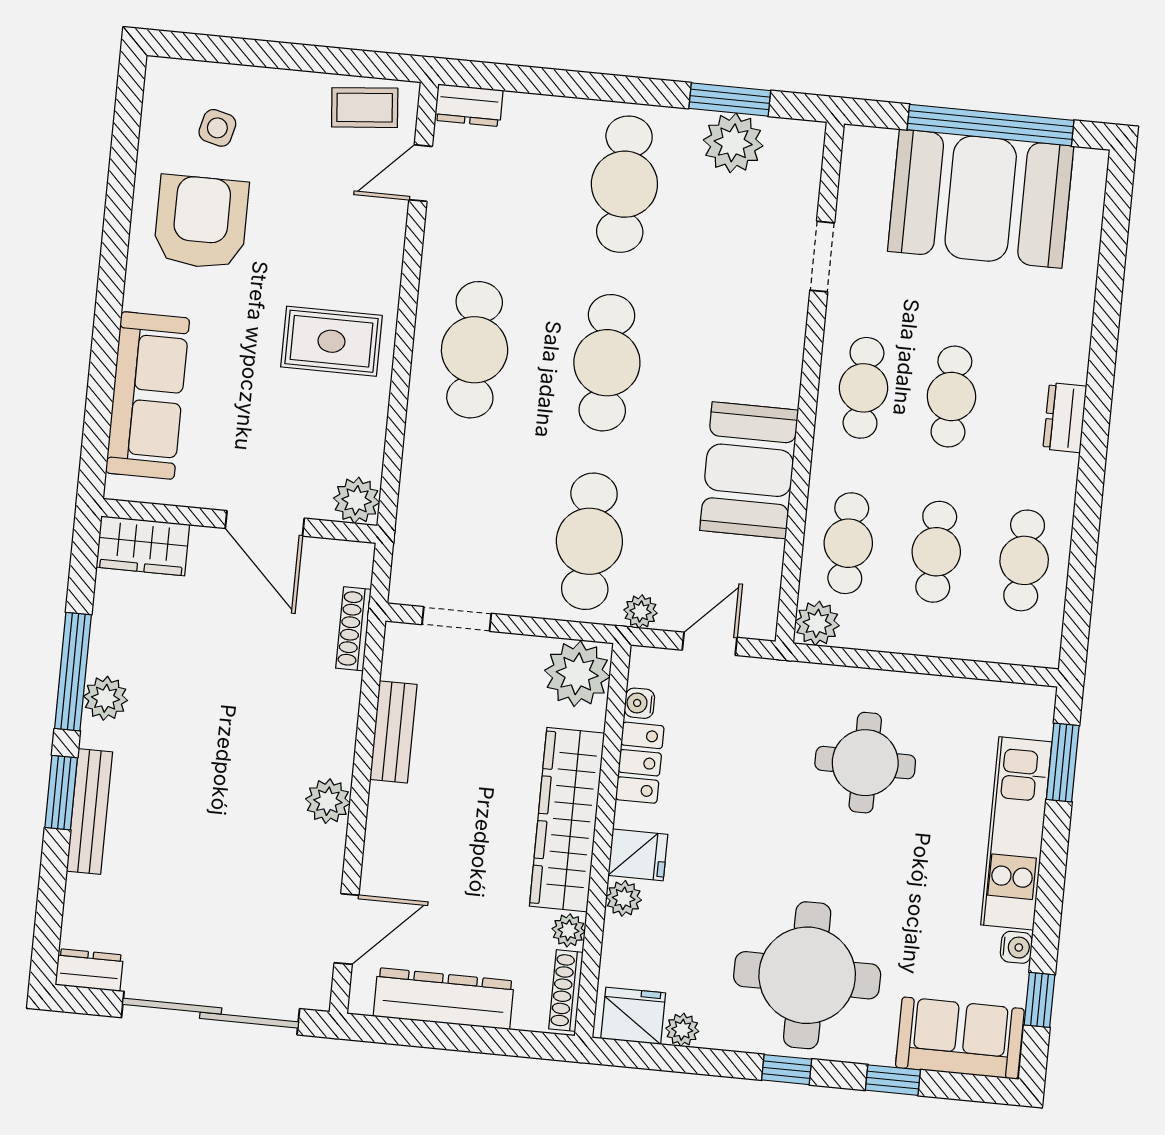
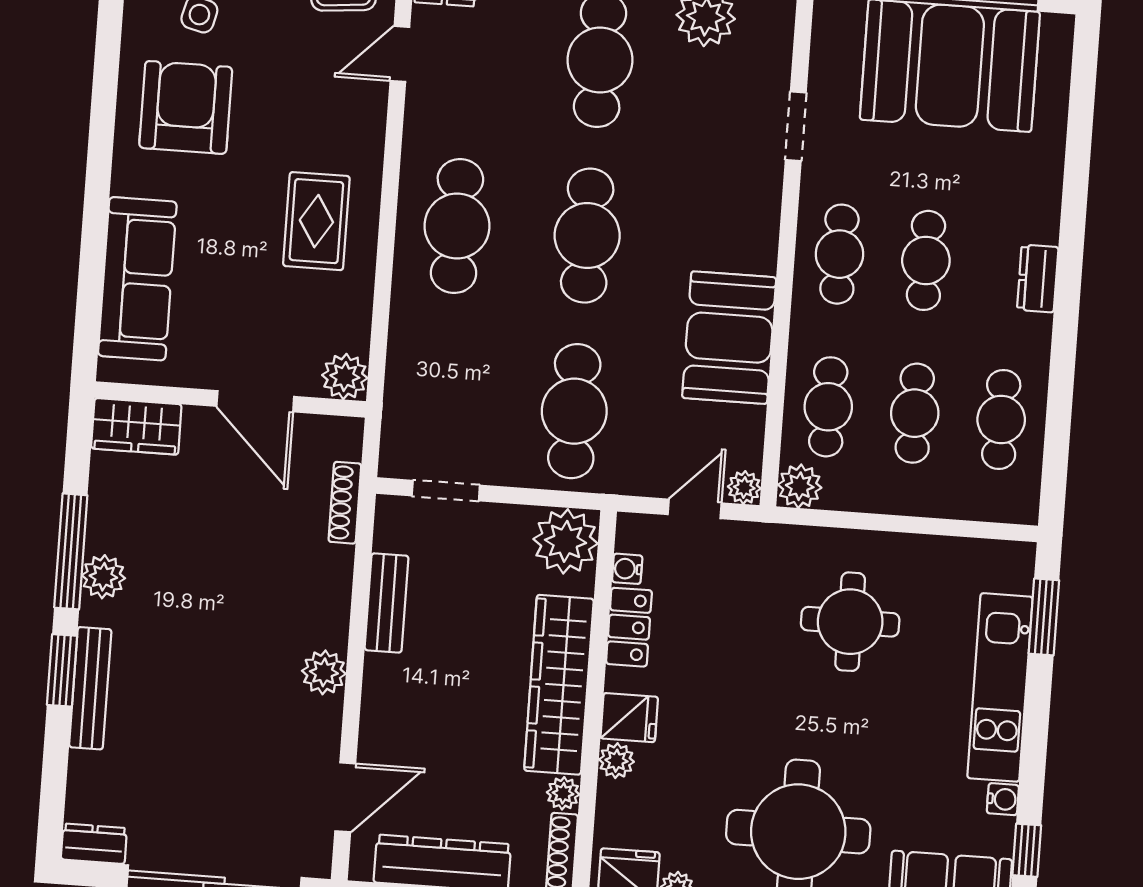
rug: (331, 341) -> (316, 221), turned 90
plant: (641, 611) -> (744, 487), moved

